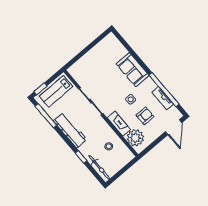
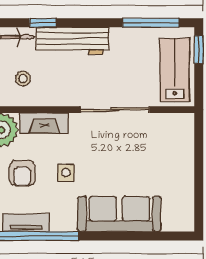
sofa: (133, 70) -> (119, 214), width x1.36
workbench: (70, 130) -> (73, 41), moved

